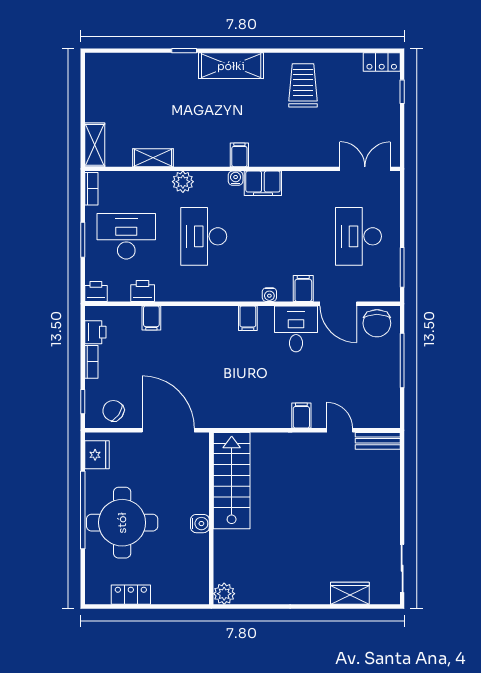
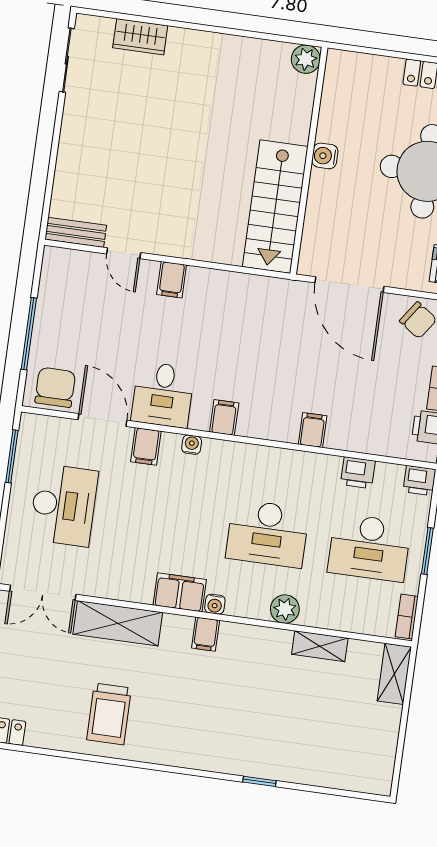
shelving: (231, 66) -> (118, 623), moved
desk: (204, 236) -> (267, 533), turned 90
filing cabinet: (151, 318) -> (313, 430), moved

